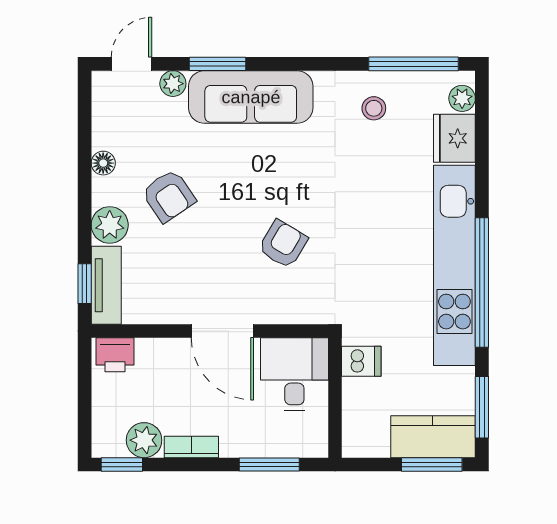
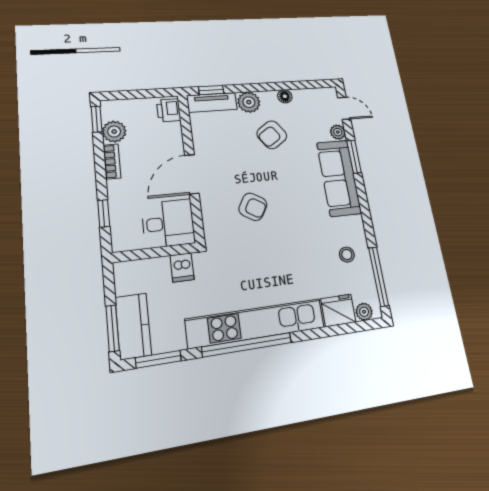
window: (269, 465) -> (104, 213), width x0.67

